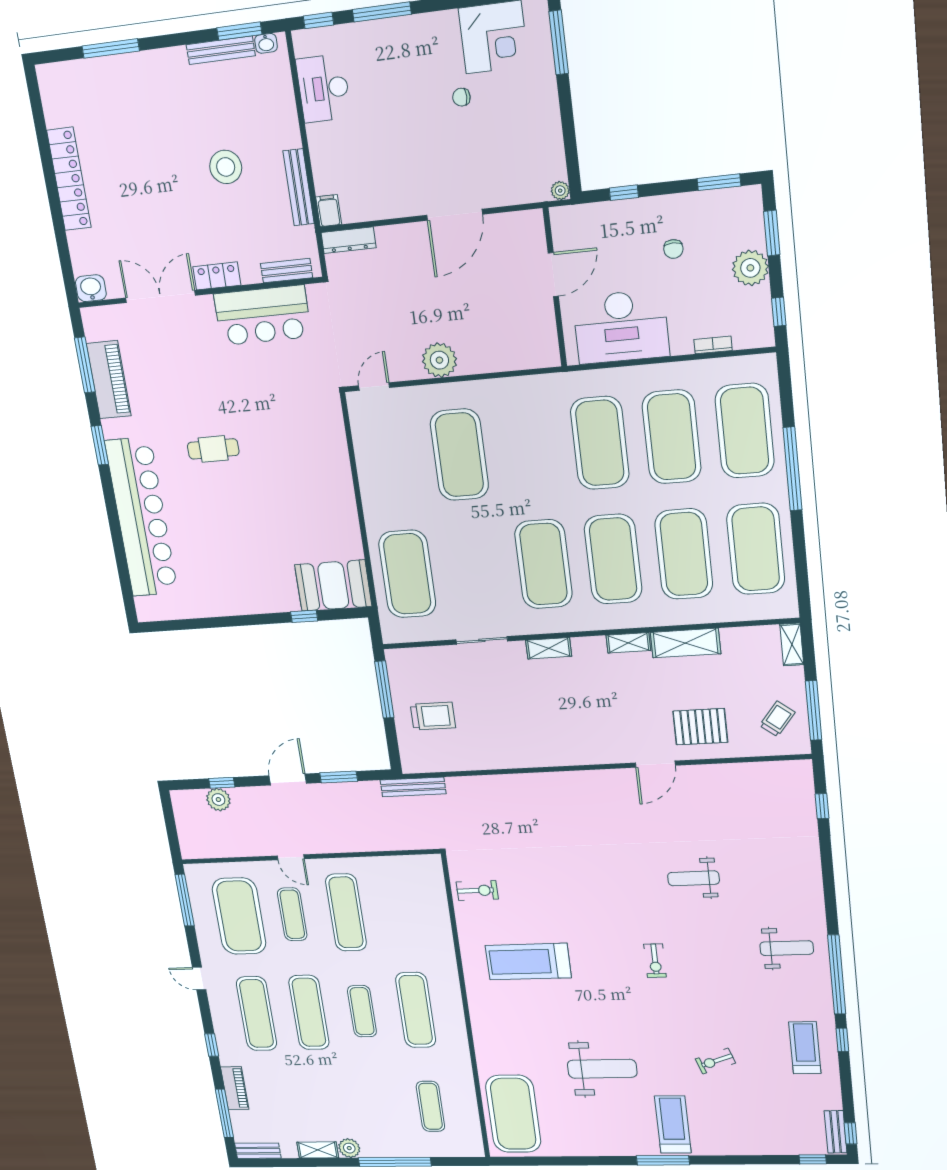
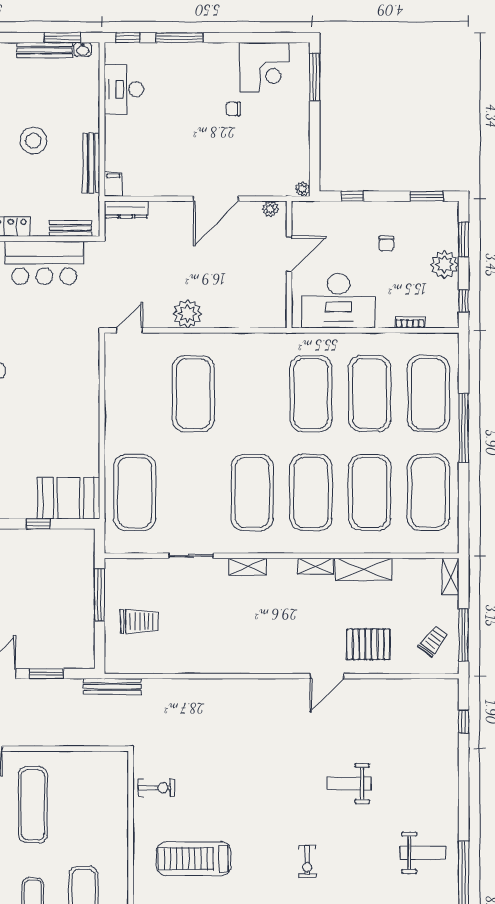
plant: (523, 220) -> (270, 209), added

